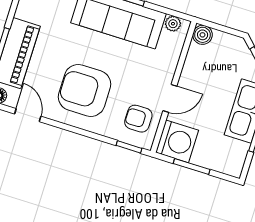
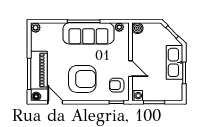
armchair: (85, 90) -> (82, 79), turned 180
door: (170, 98) -> (130, 69), hinge flipped
washing machine: (177, 141) -> (137, 96), width x0.53, depth x0.53

